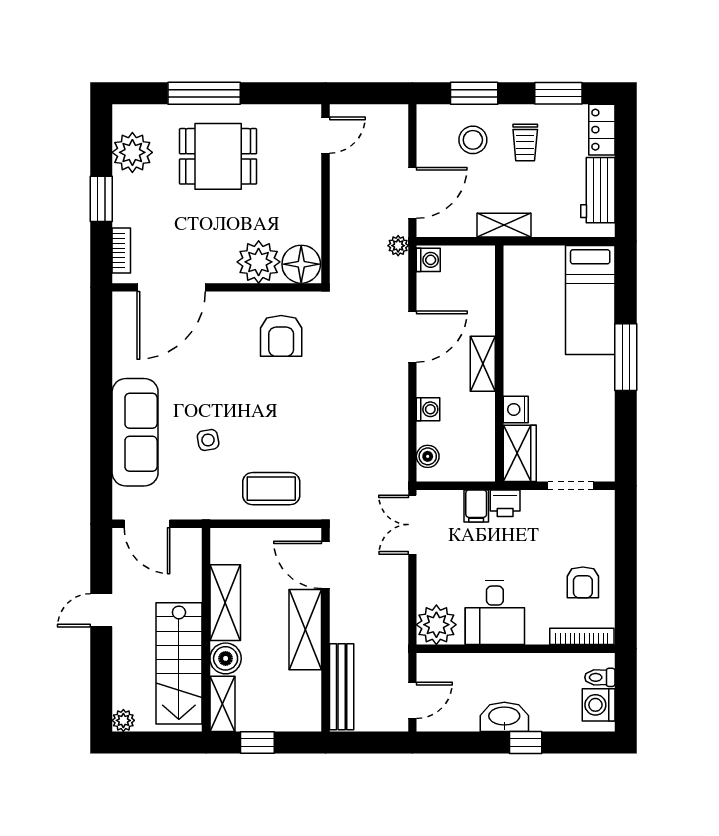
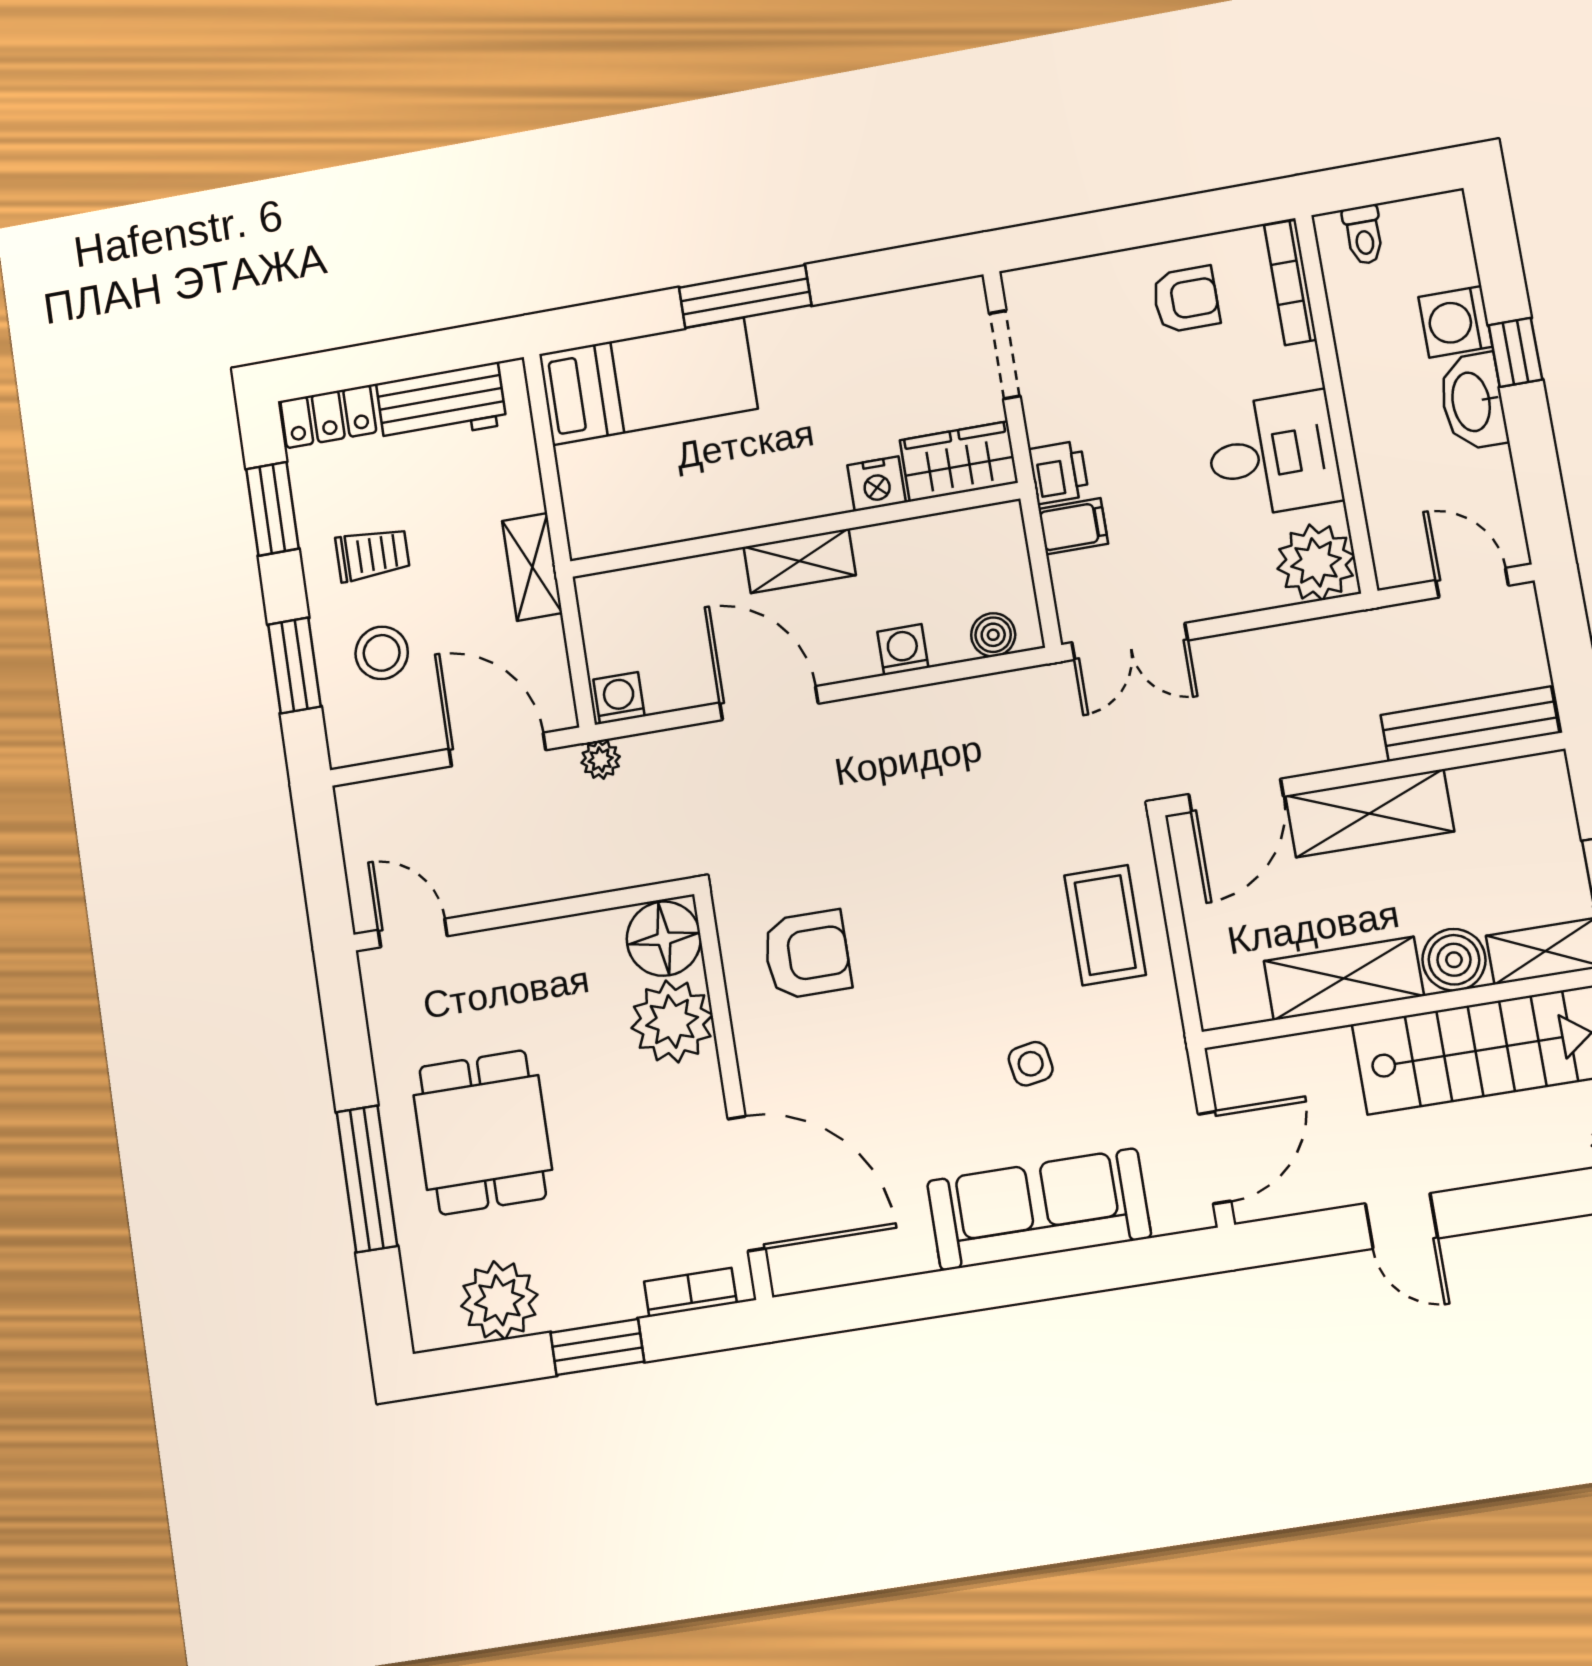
washing machine: (599, 705) -> (1455, 322), moved, turned 90

